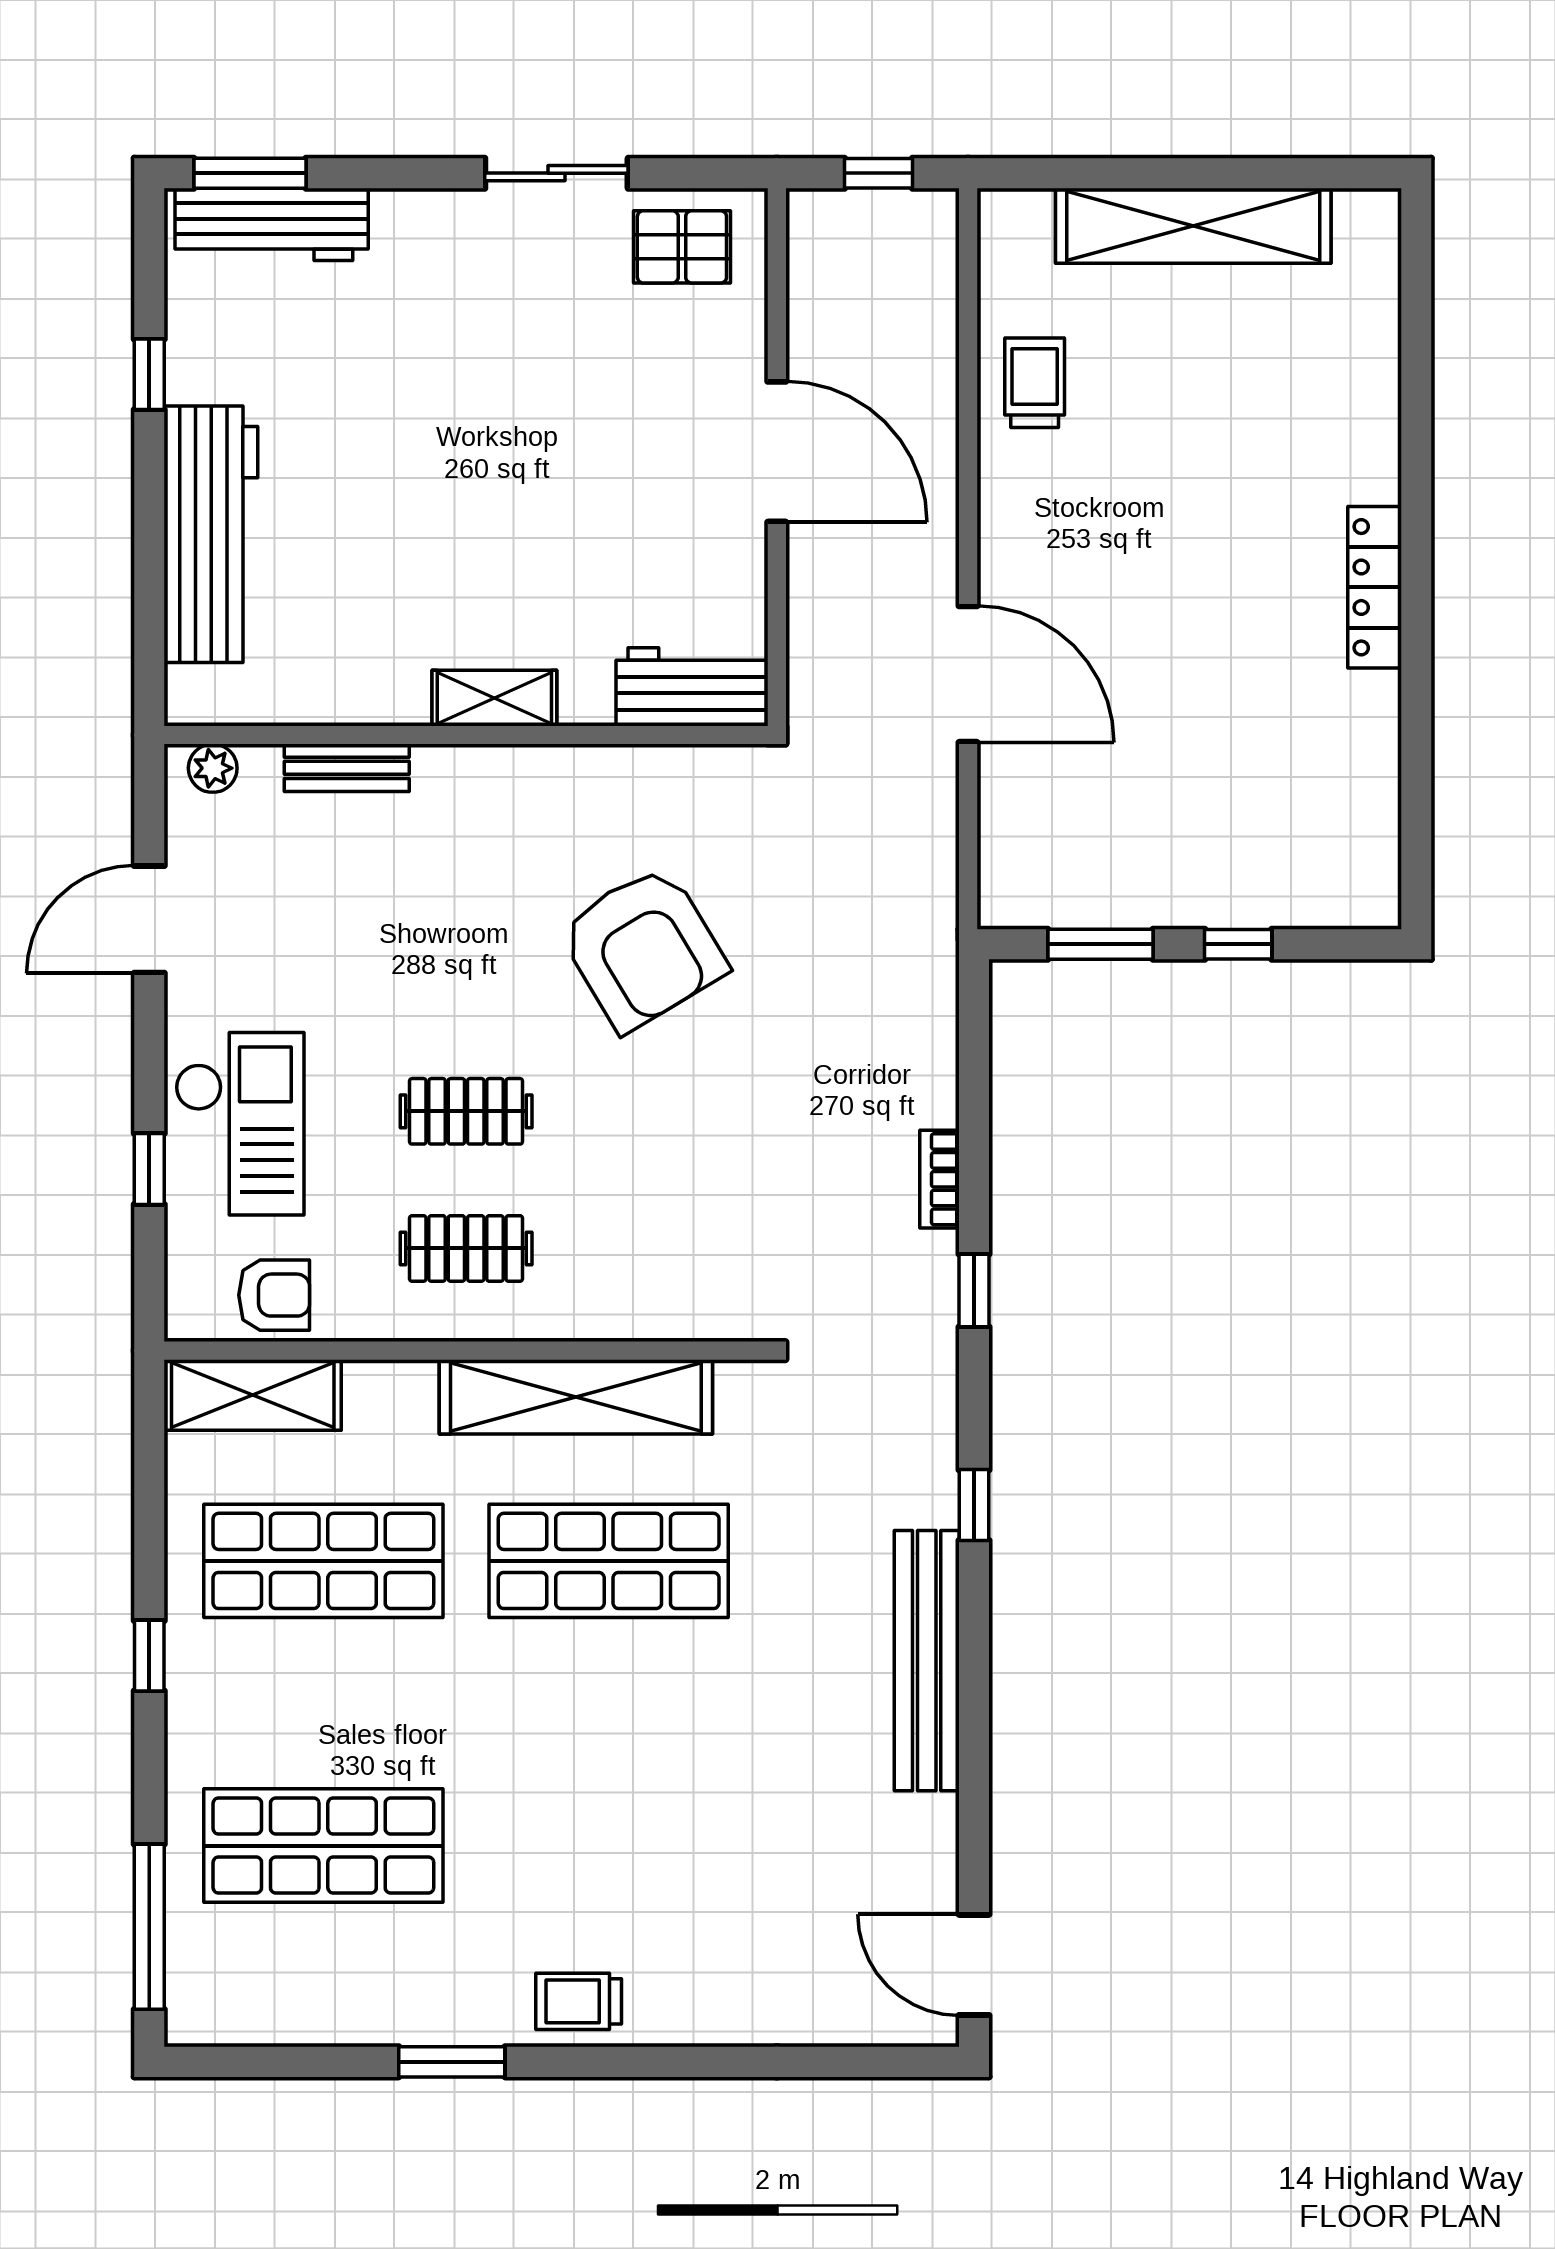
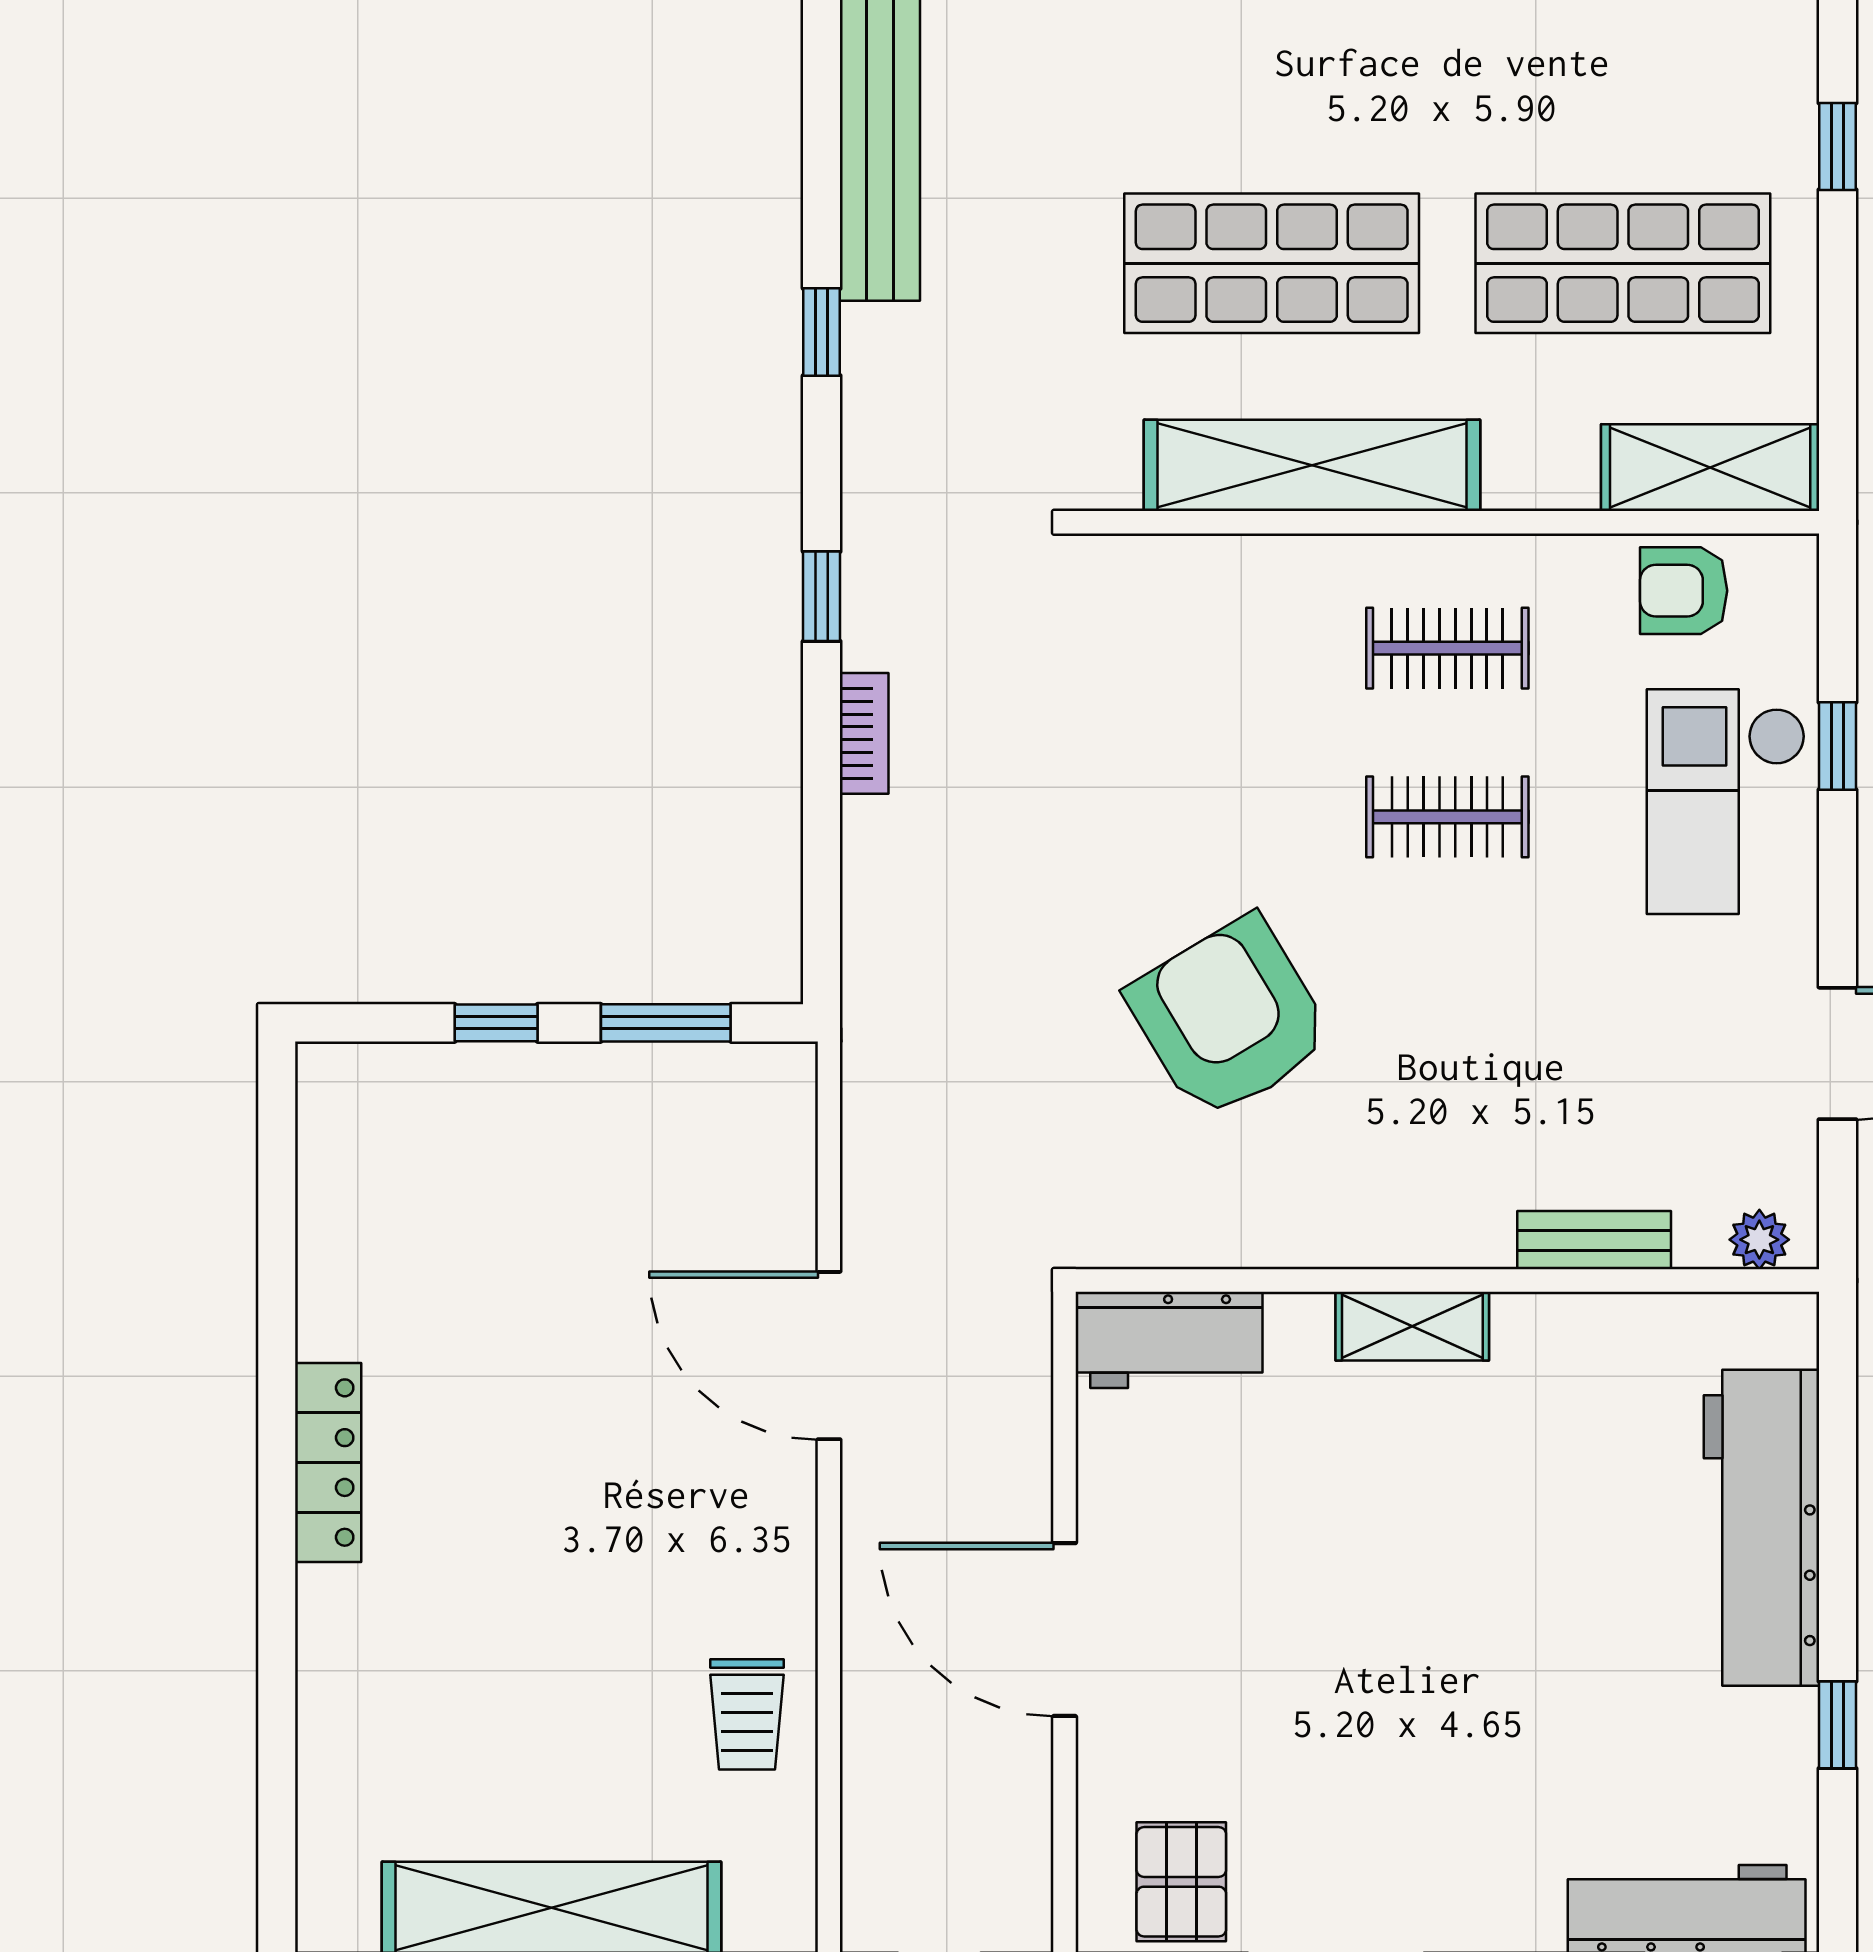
pallet: (682, 247) -> (1181, 1882), turned 90

